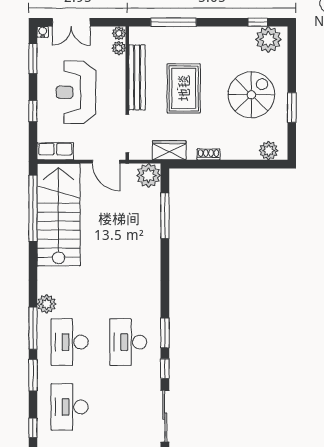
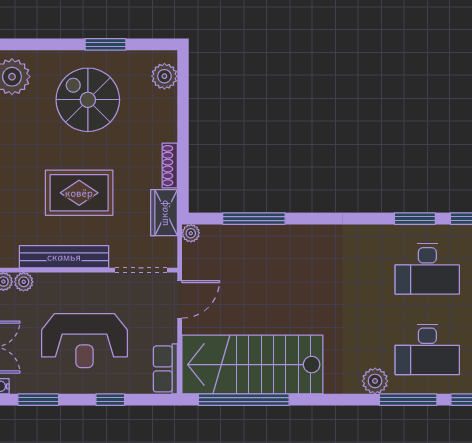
shoe rack: (208, 154) -> (170, 166), width x1.43
plant: (149, 175) -> (191, 233), width x0.53, depth x0.53

